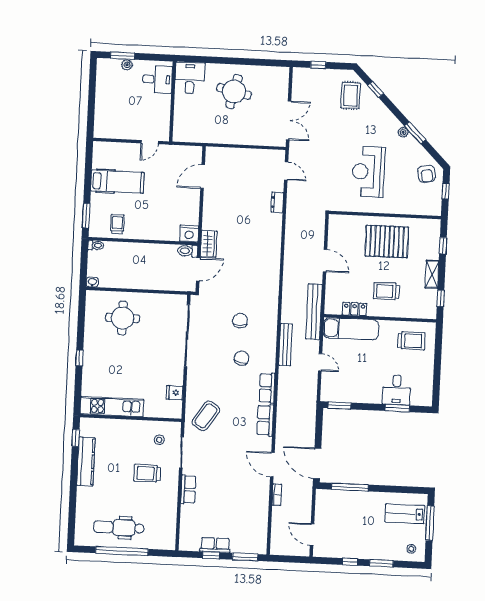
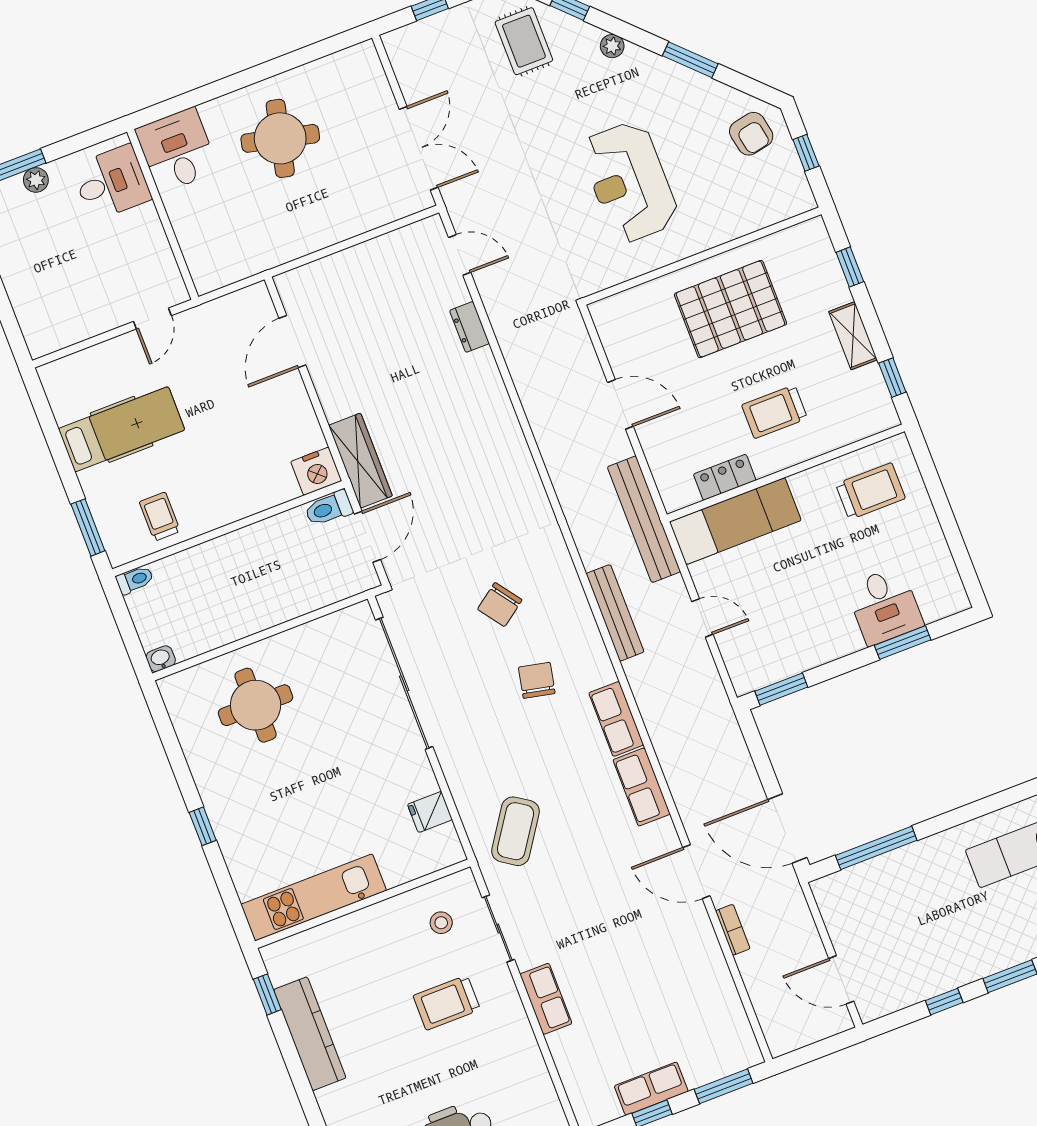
plant: (403, 132) -> (612, 46), moved
wardrobe: (209, 244) -> (360, 461), width x1.50
chair: (240, 321) -> (500, 605), turned -126

